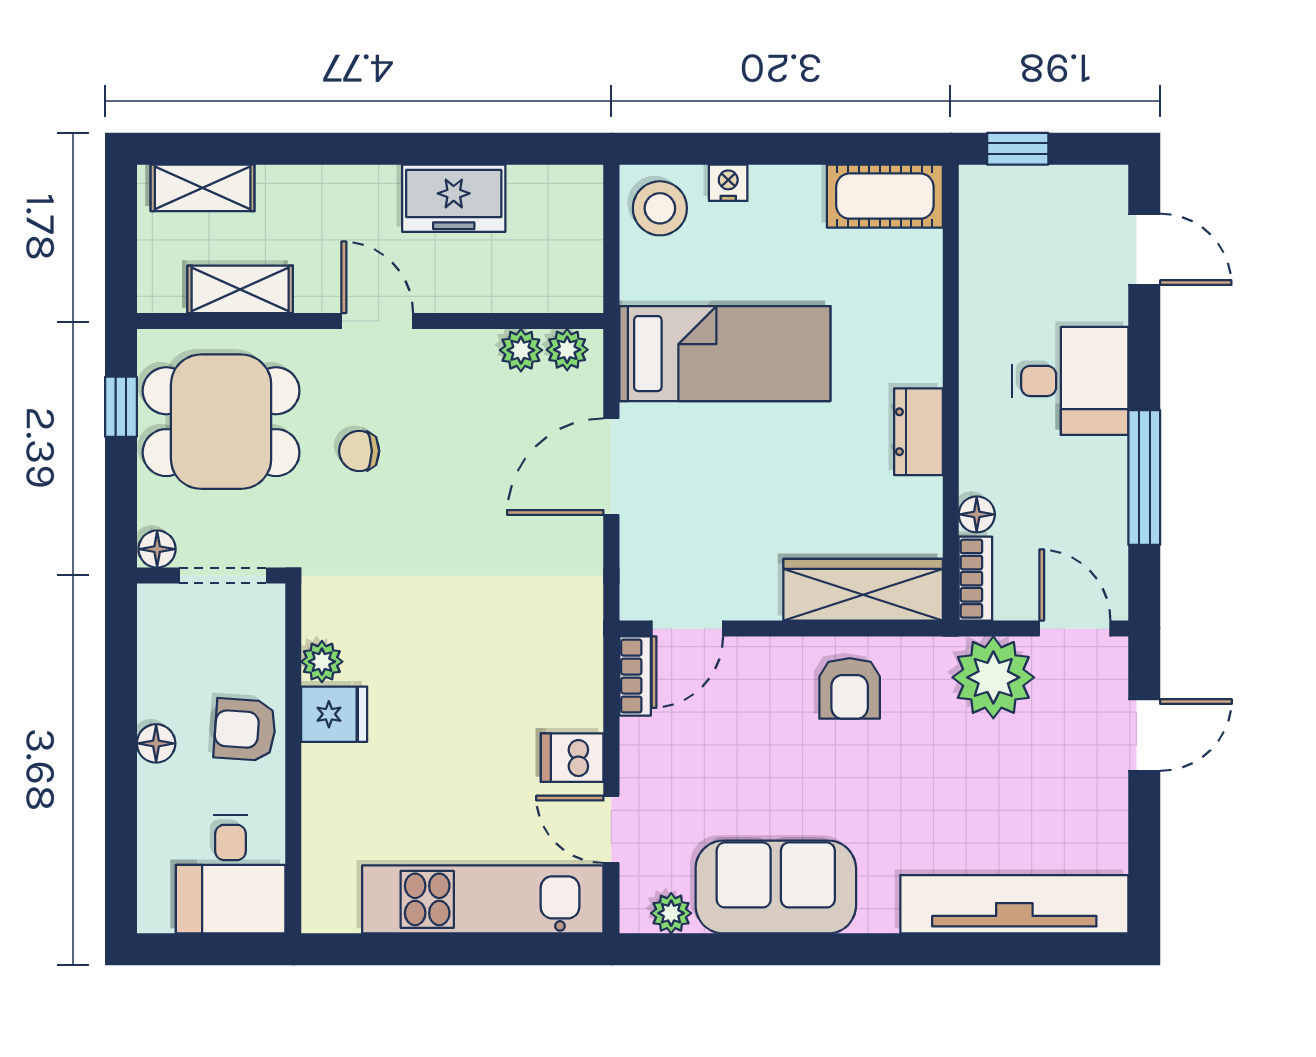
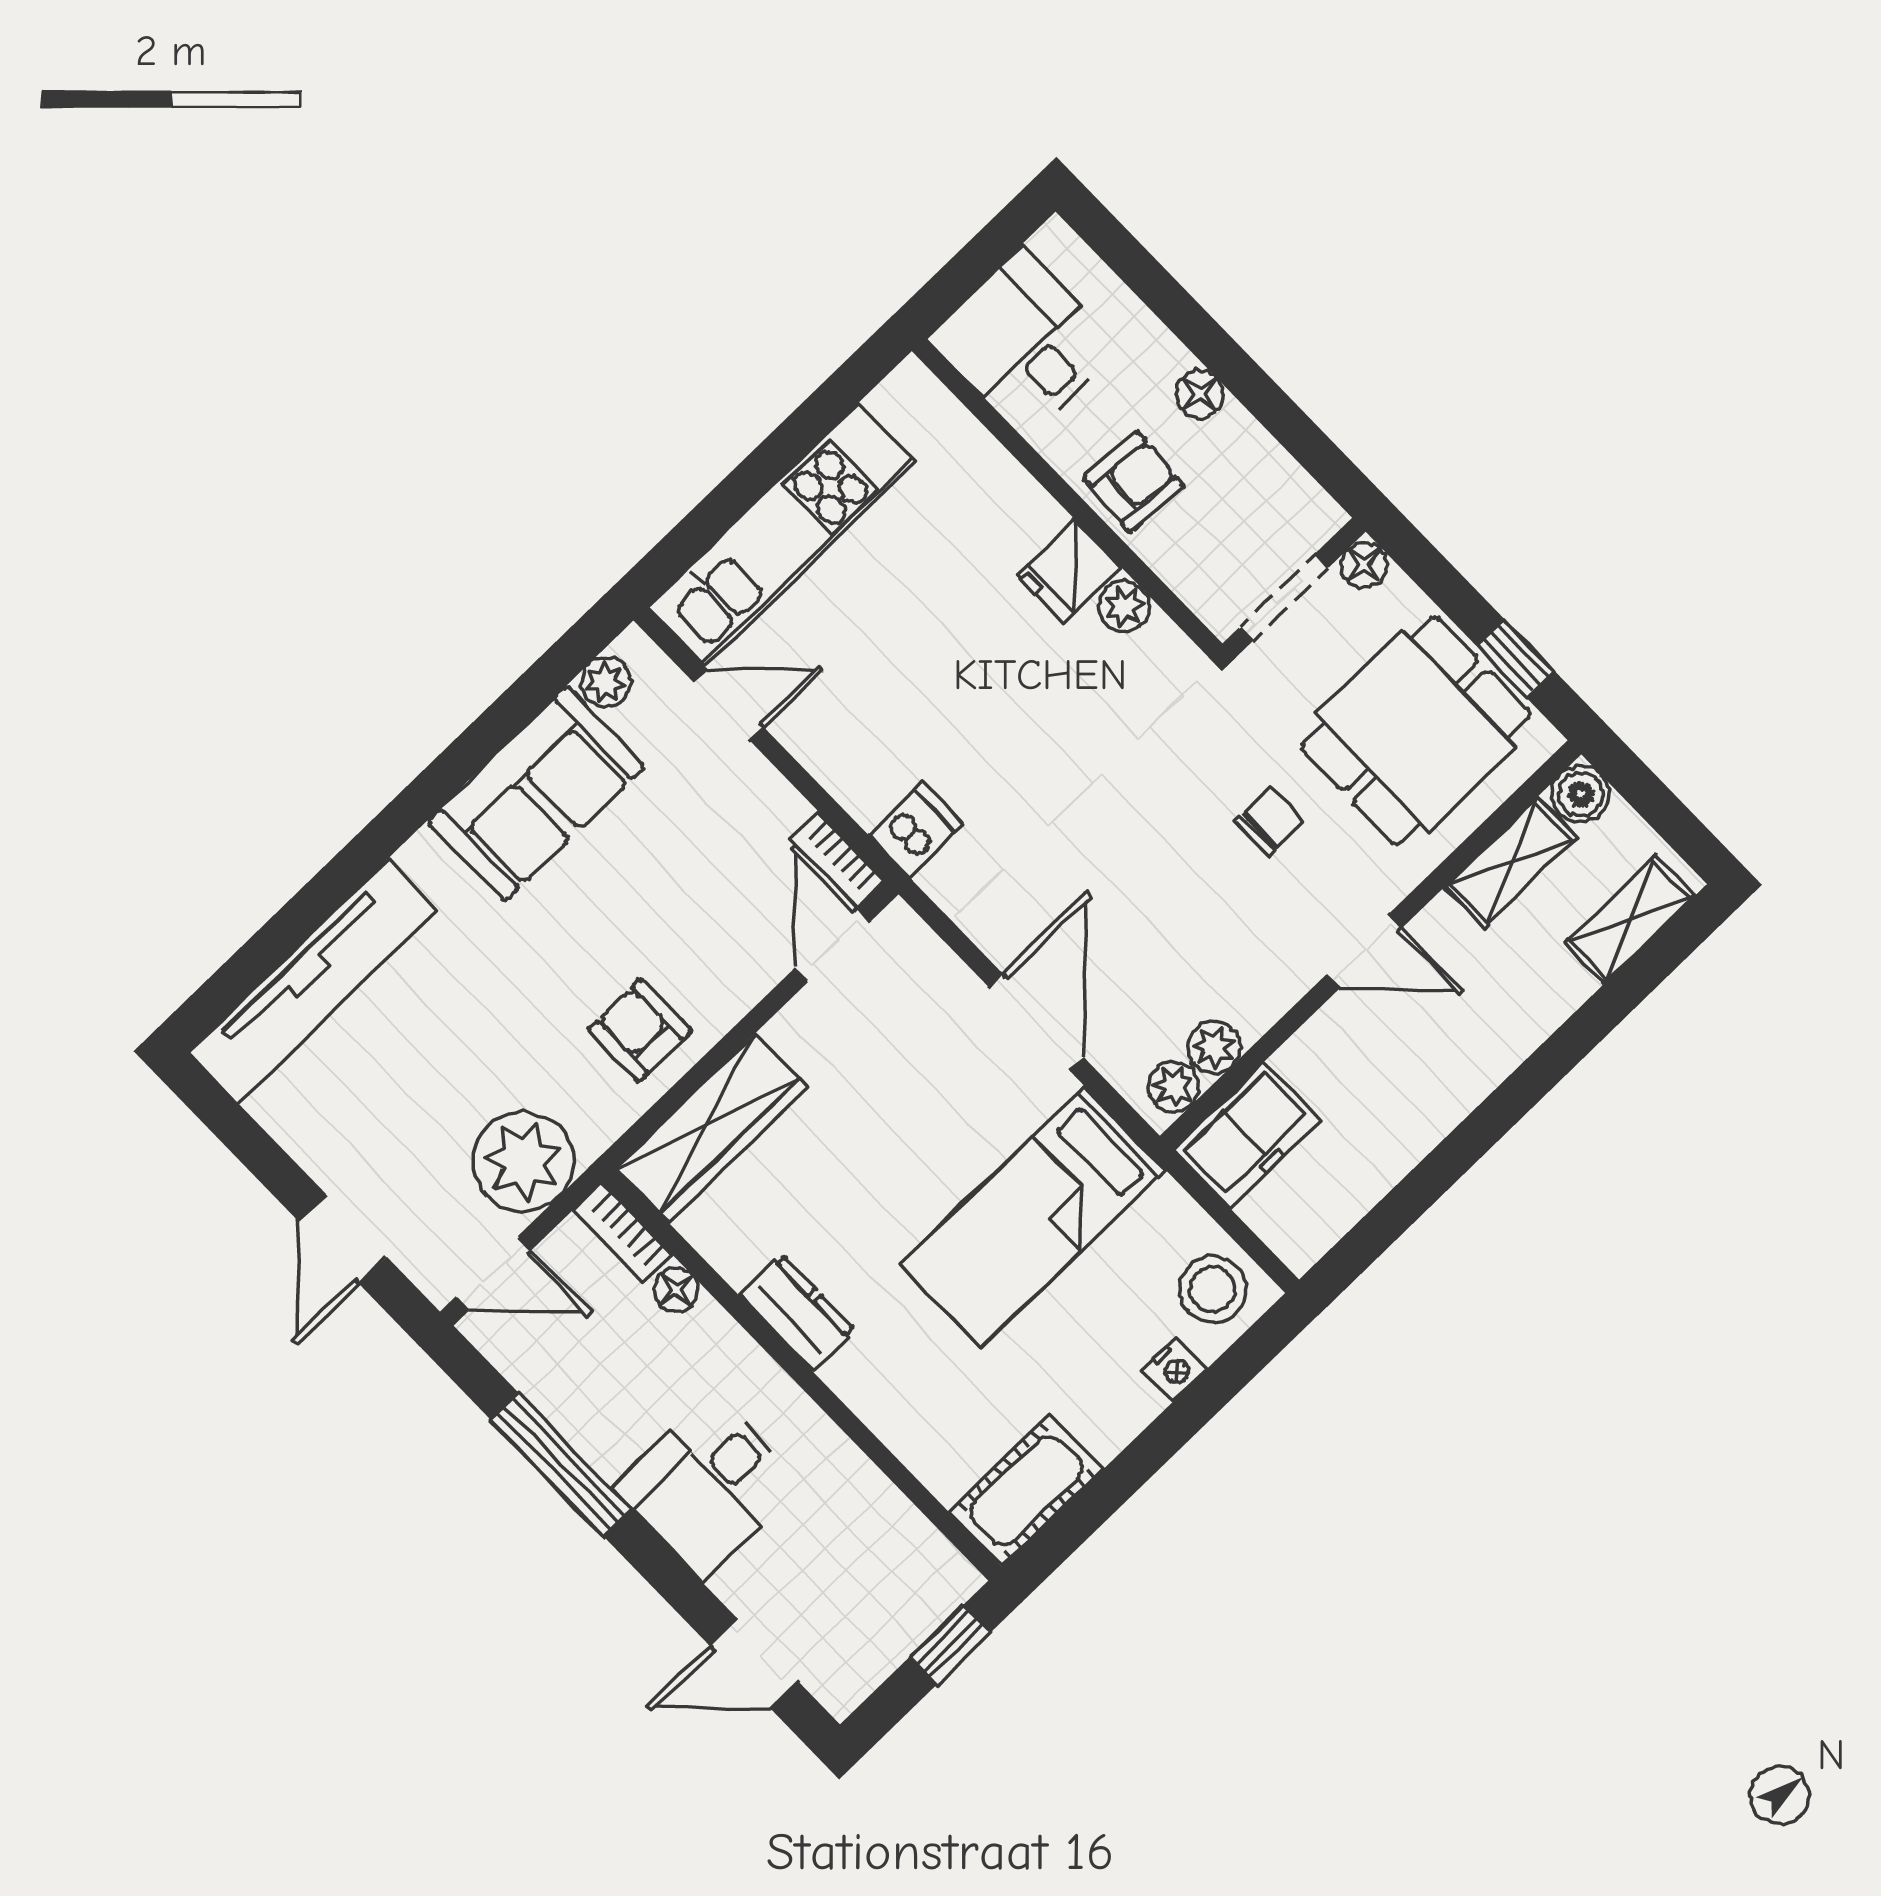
freezer: (454, 198) -> (1247, 1135), moved, turned 180
boiler: (160, 290) -> (1581, 794), added
dishwasher: (572, 758) -> (916, 830), moved

